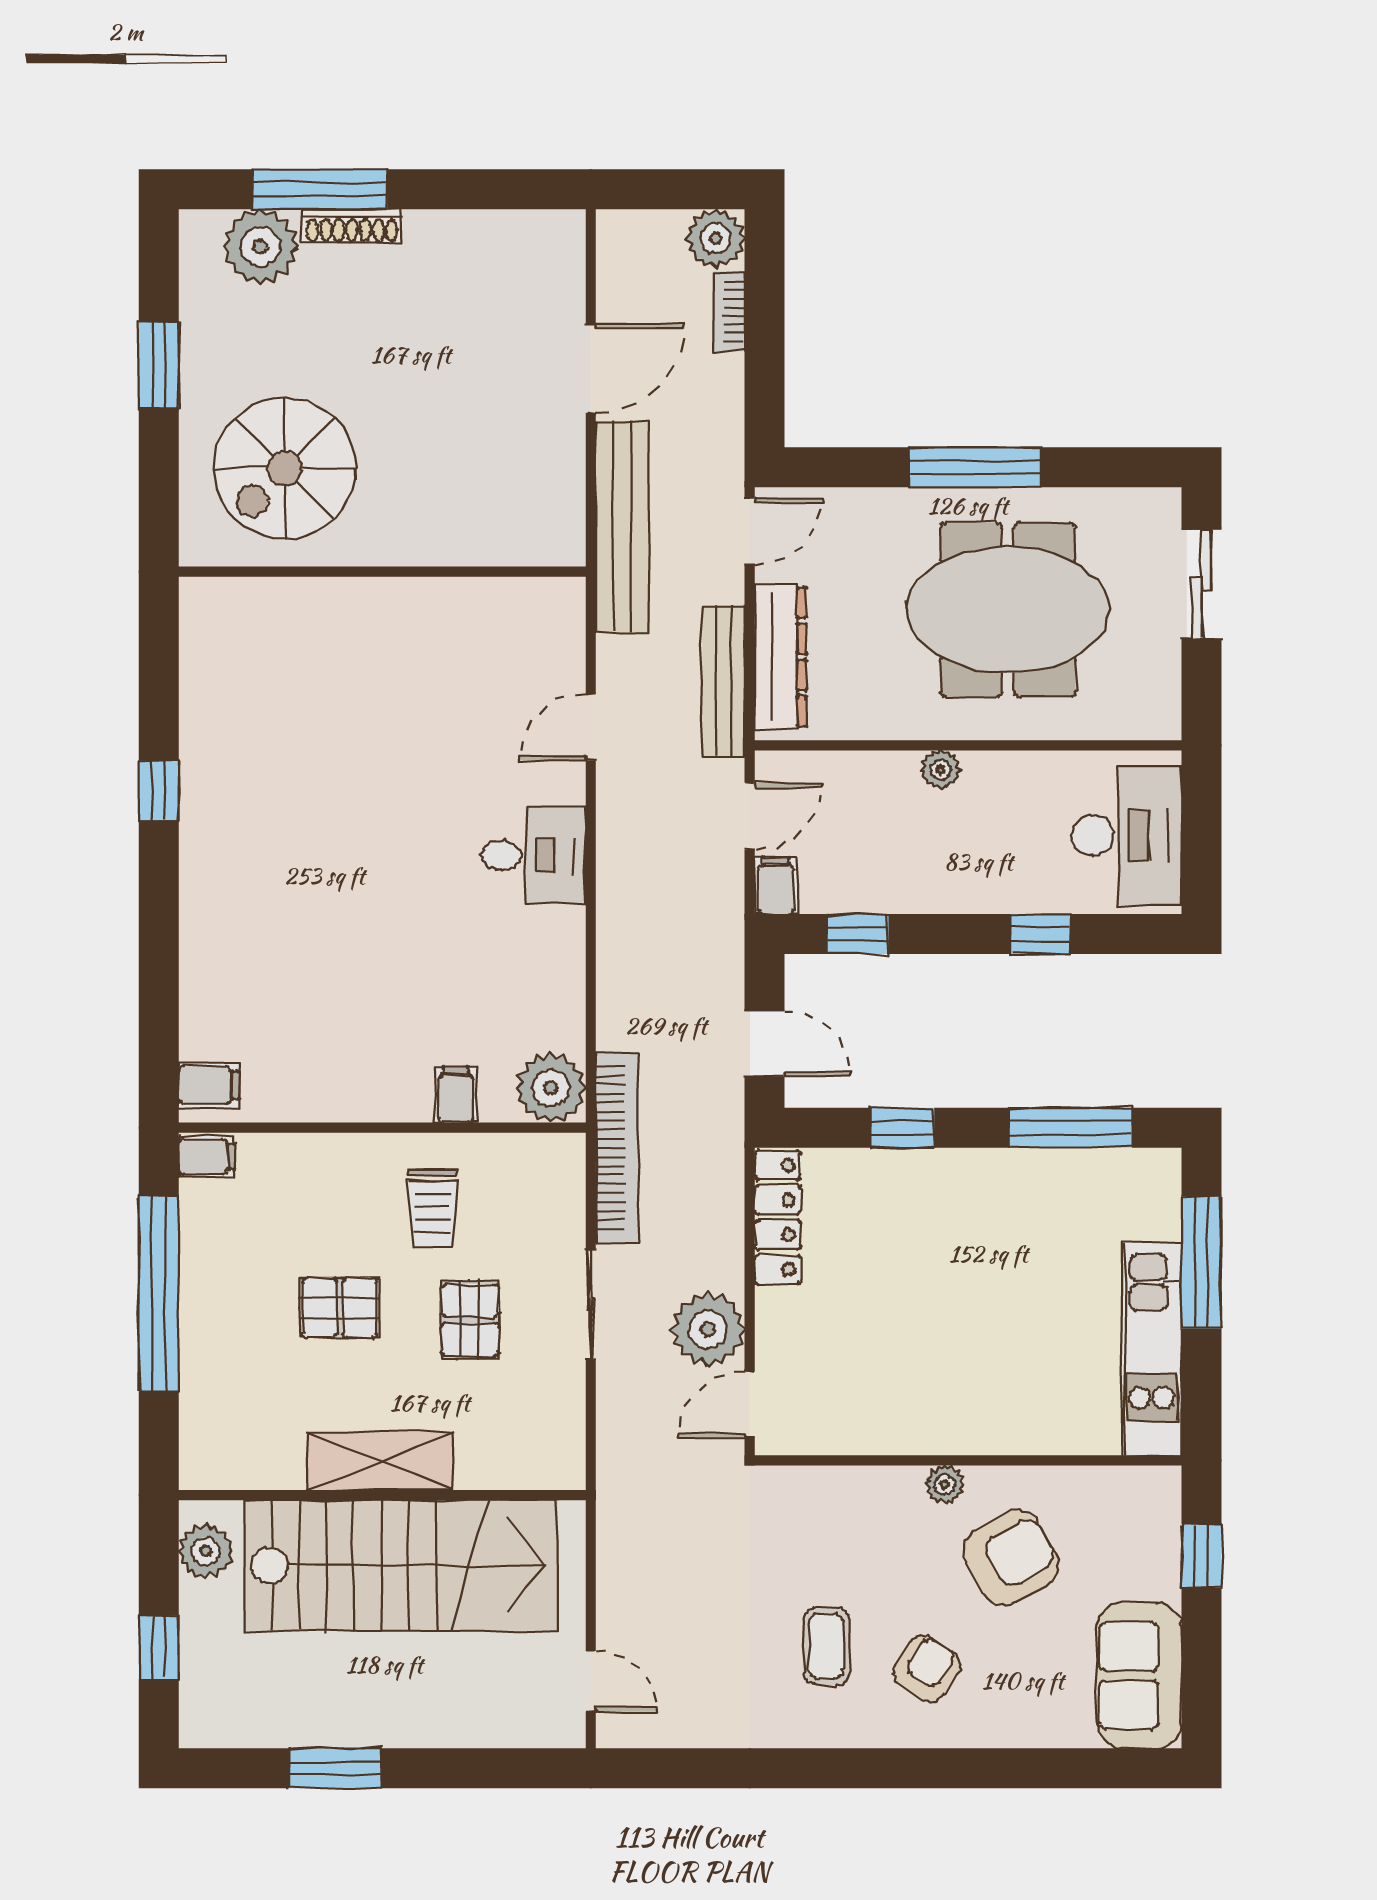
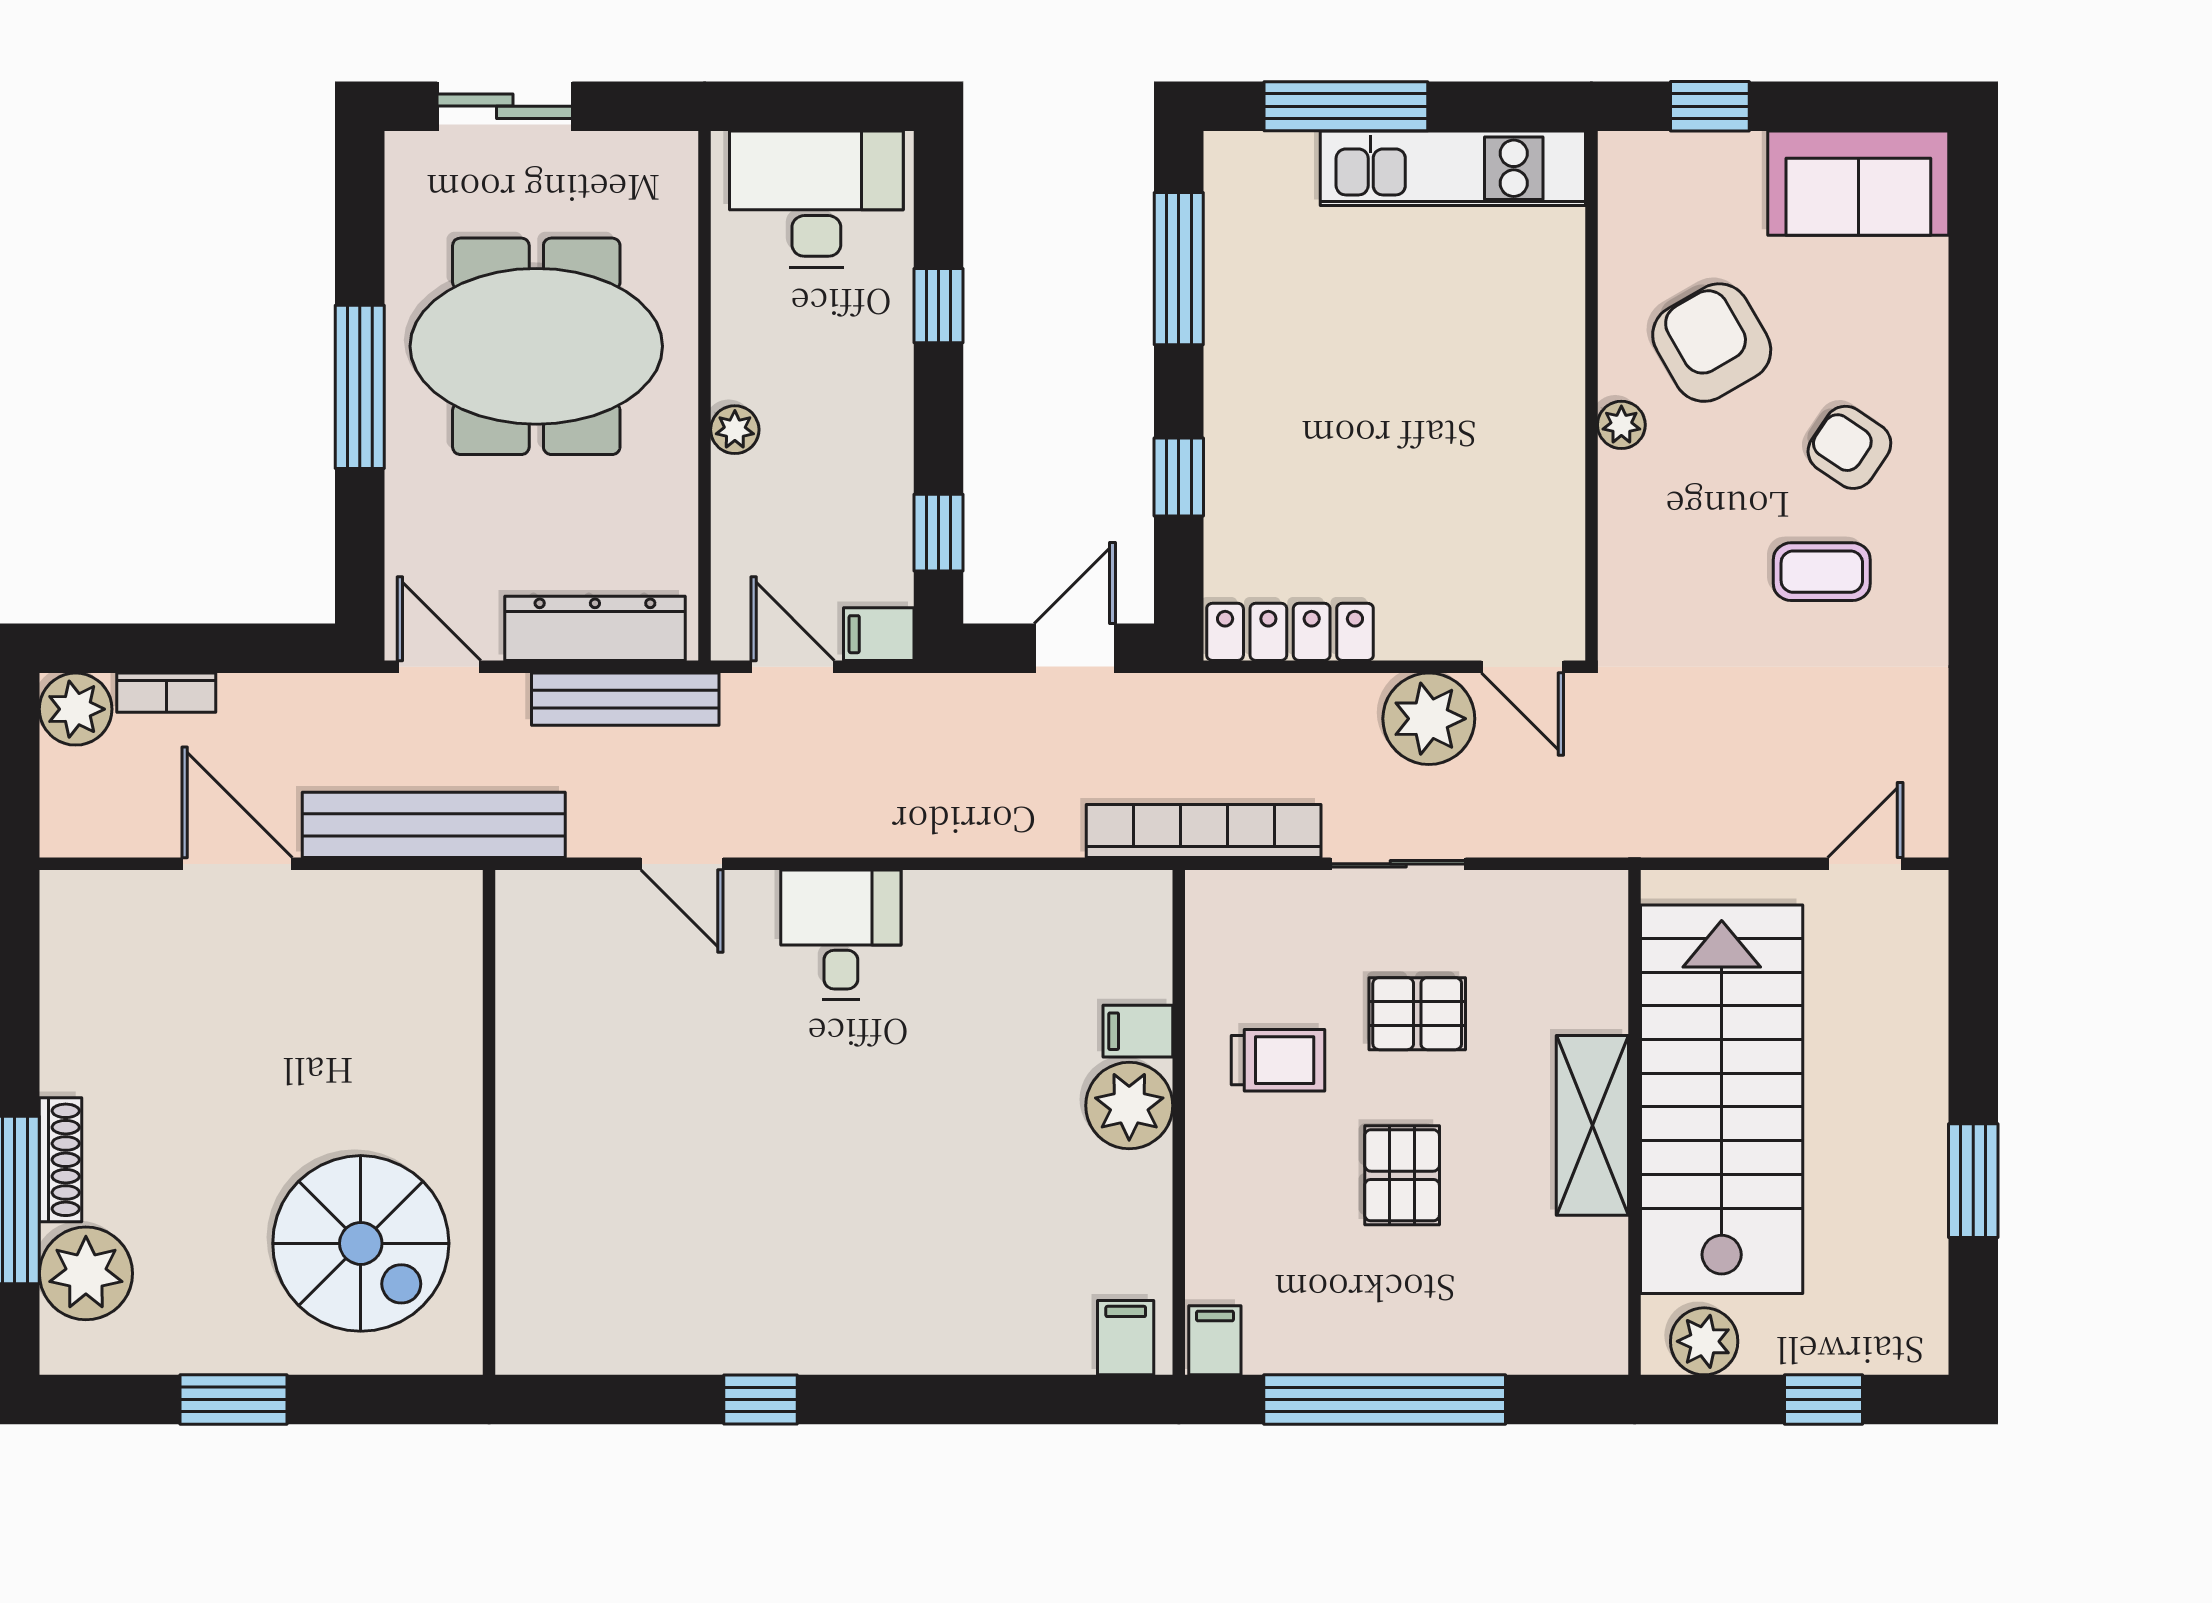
meeting table: (1008, 610) -> (536, 346), turned 90
plant: (551, 1088) -> (1129, 1106), moved

